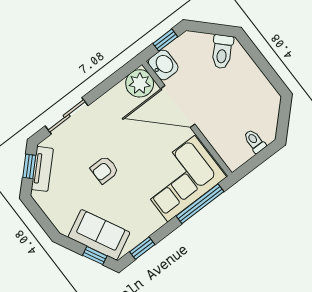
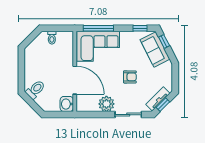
window: (165, 40) -> (57, 115), removed
plant: (140, 83) -> (106, 104), moved

